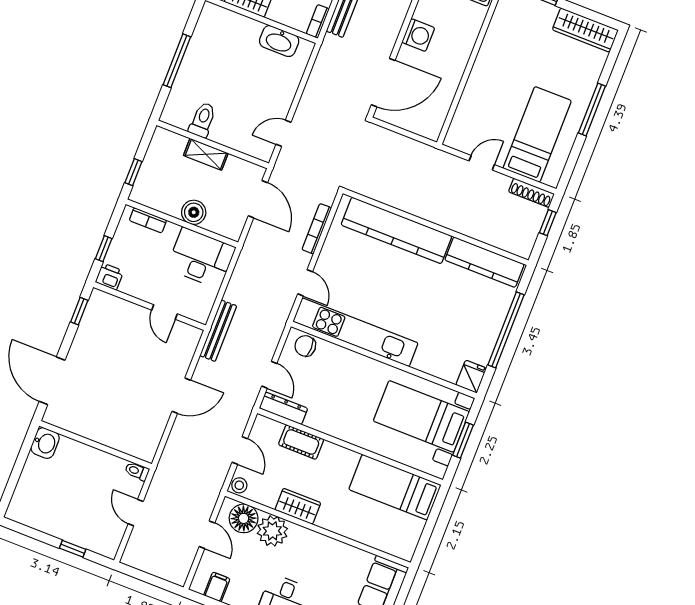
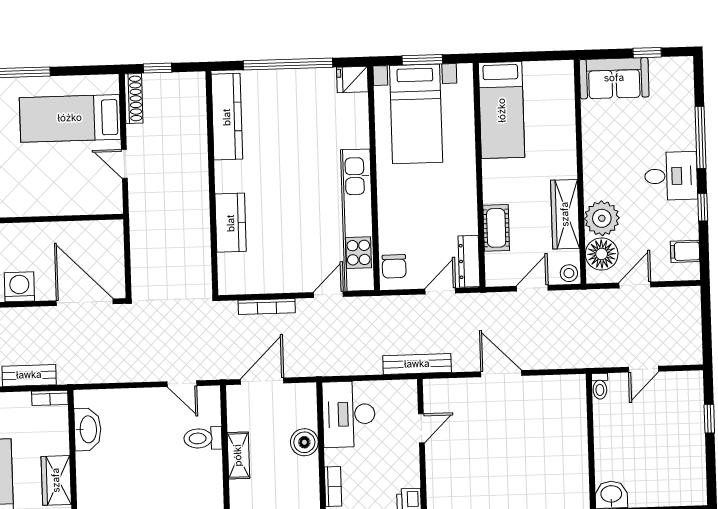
toilet: (203, 120) -> (203, 438), moved
kitchen counter: (396, 230) -> (231, 223), width x0.48, depth x0.86
wardrobe: (298, 506) -> (565, 214), width x1.50

